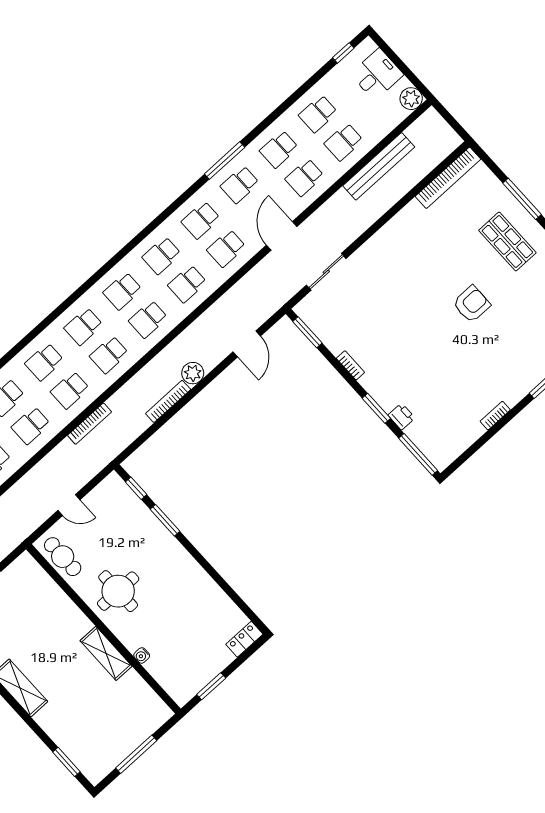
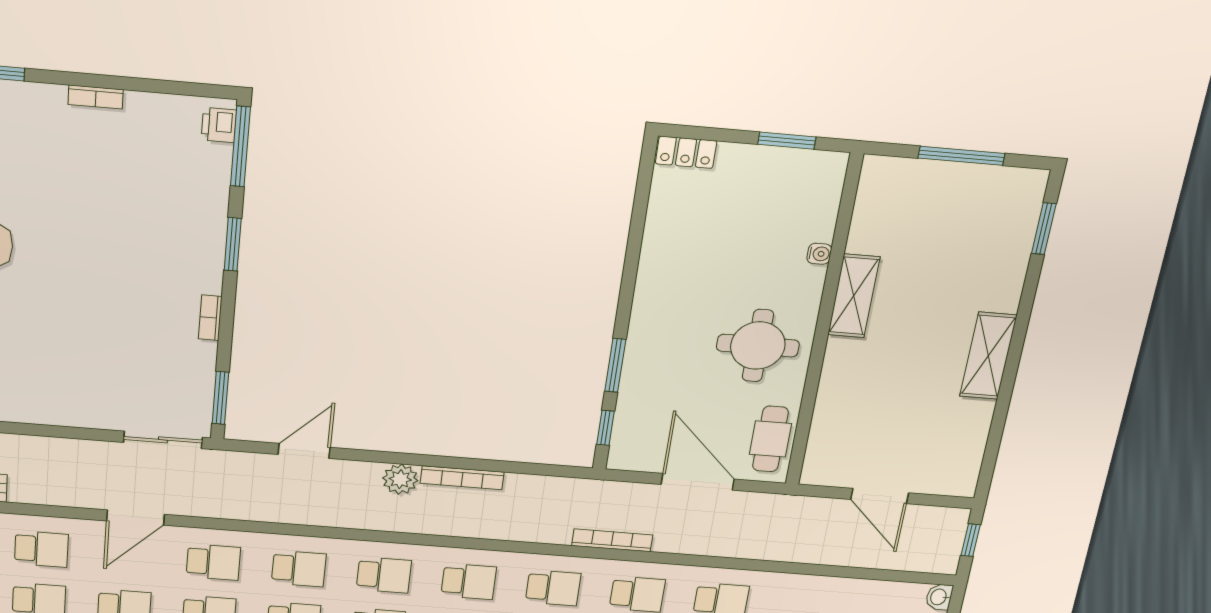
sliding door: (326, 272) -> (163, 440), moved
printer: (401, 417) -> (219, 125), moved
bookcase: (90, 424) -> (612, 540), moved
door: (69, 505) -> (698, 482), width x1.87

